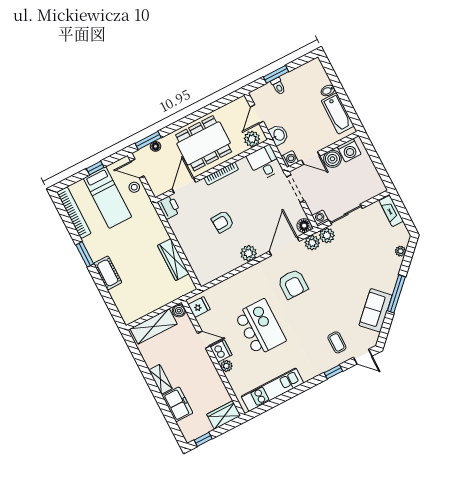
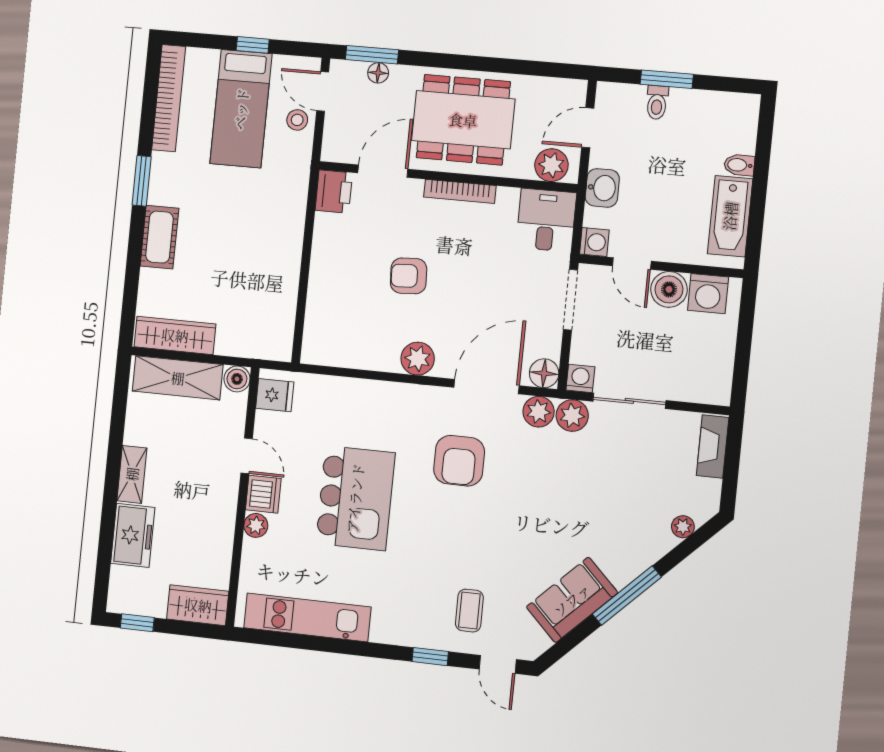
wardrobe: (173, 260) -> (175, 335), moved, turned 90

